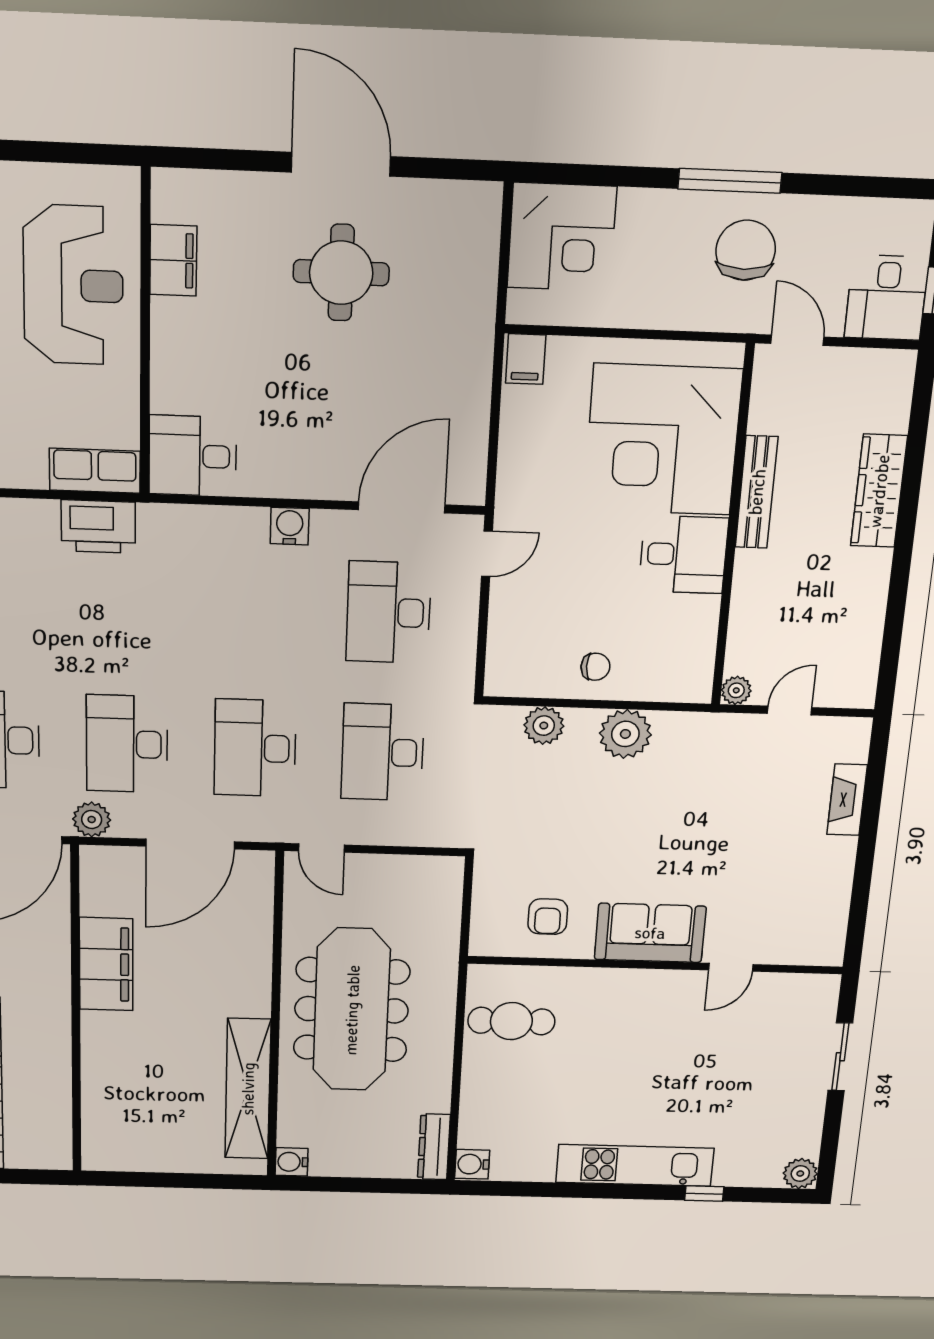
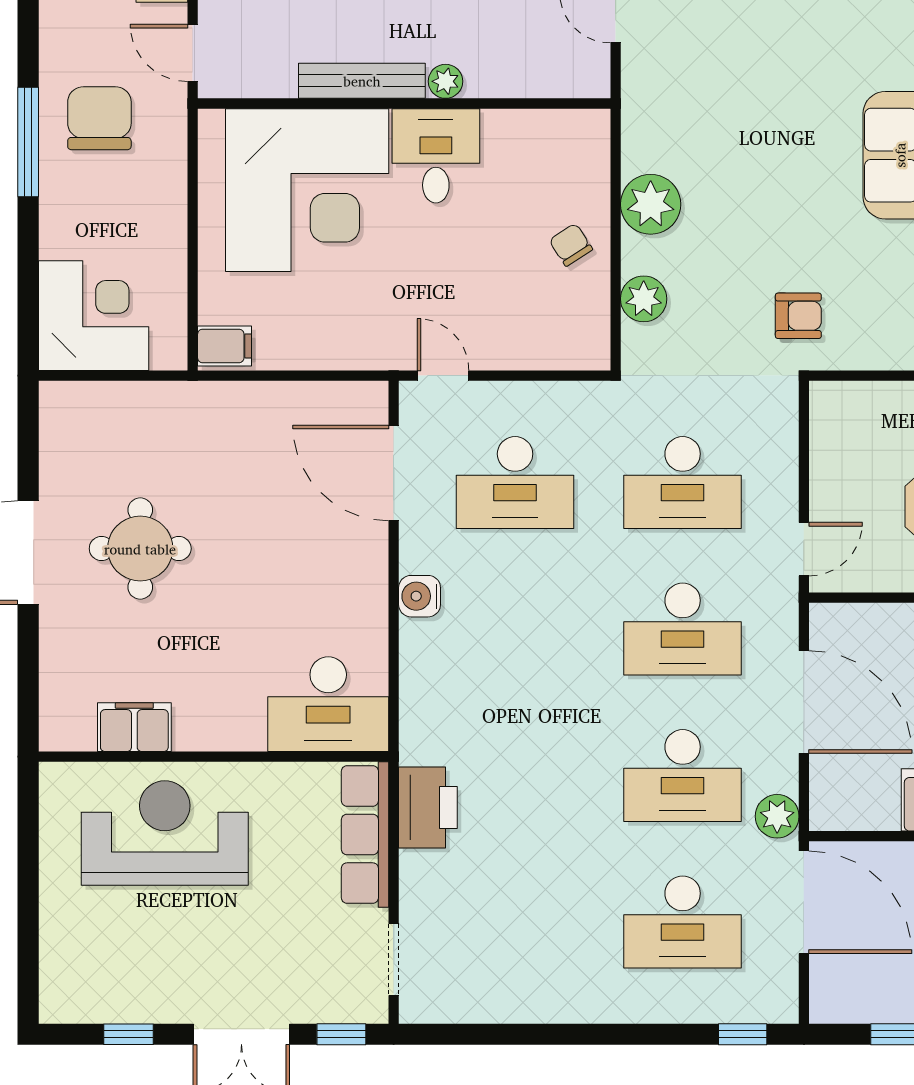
chair: (746, 250) -> (99, 118), turned 90
door: (797, 340) -> (193, 53), hinge flipped
desk: (193, 456) -> (328, 704), width x1.37
row of seats: (95, 471) -> (365, 835), width x1.48
chair: (595, 667) -> (571, 245), turned -33
plant: (736, 690) -> (446, 81), moved
armchair: (548, 917) -> (798, 316), moved

